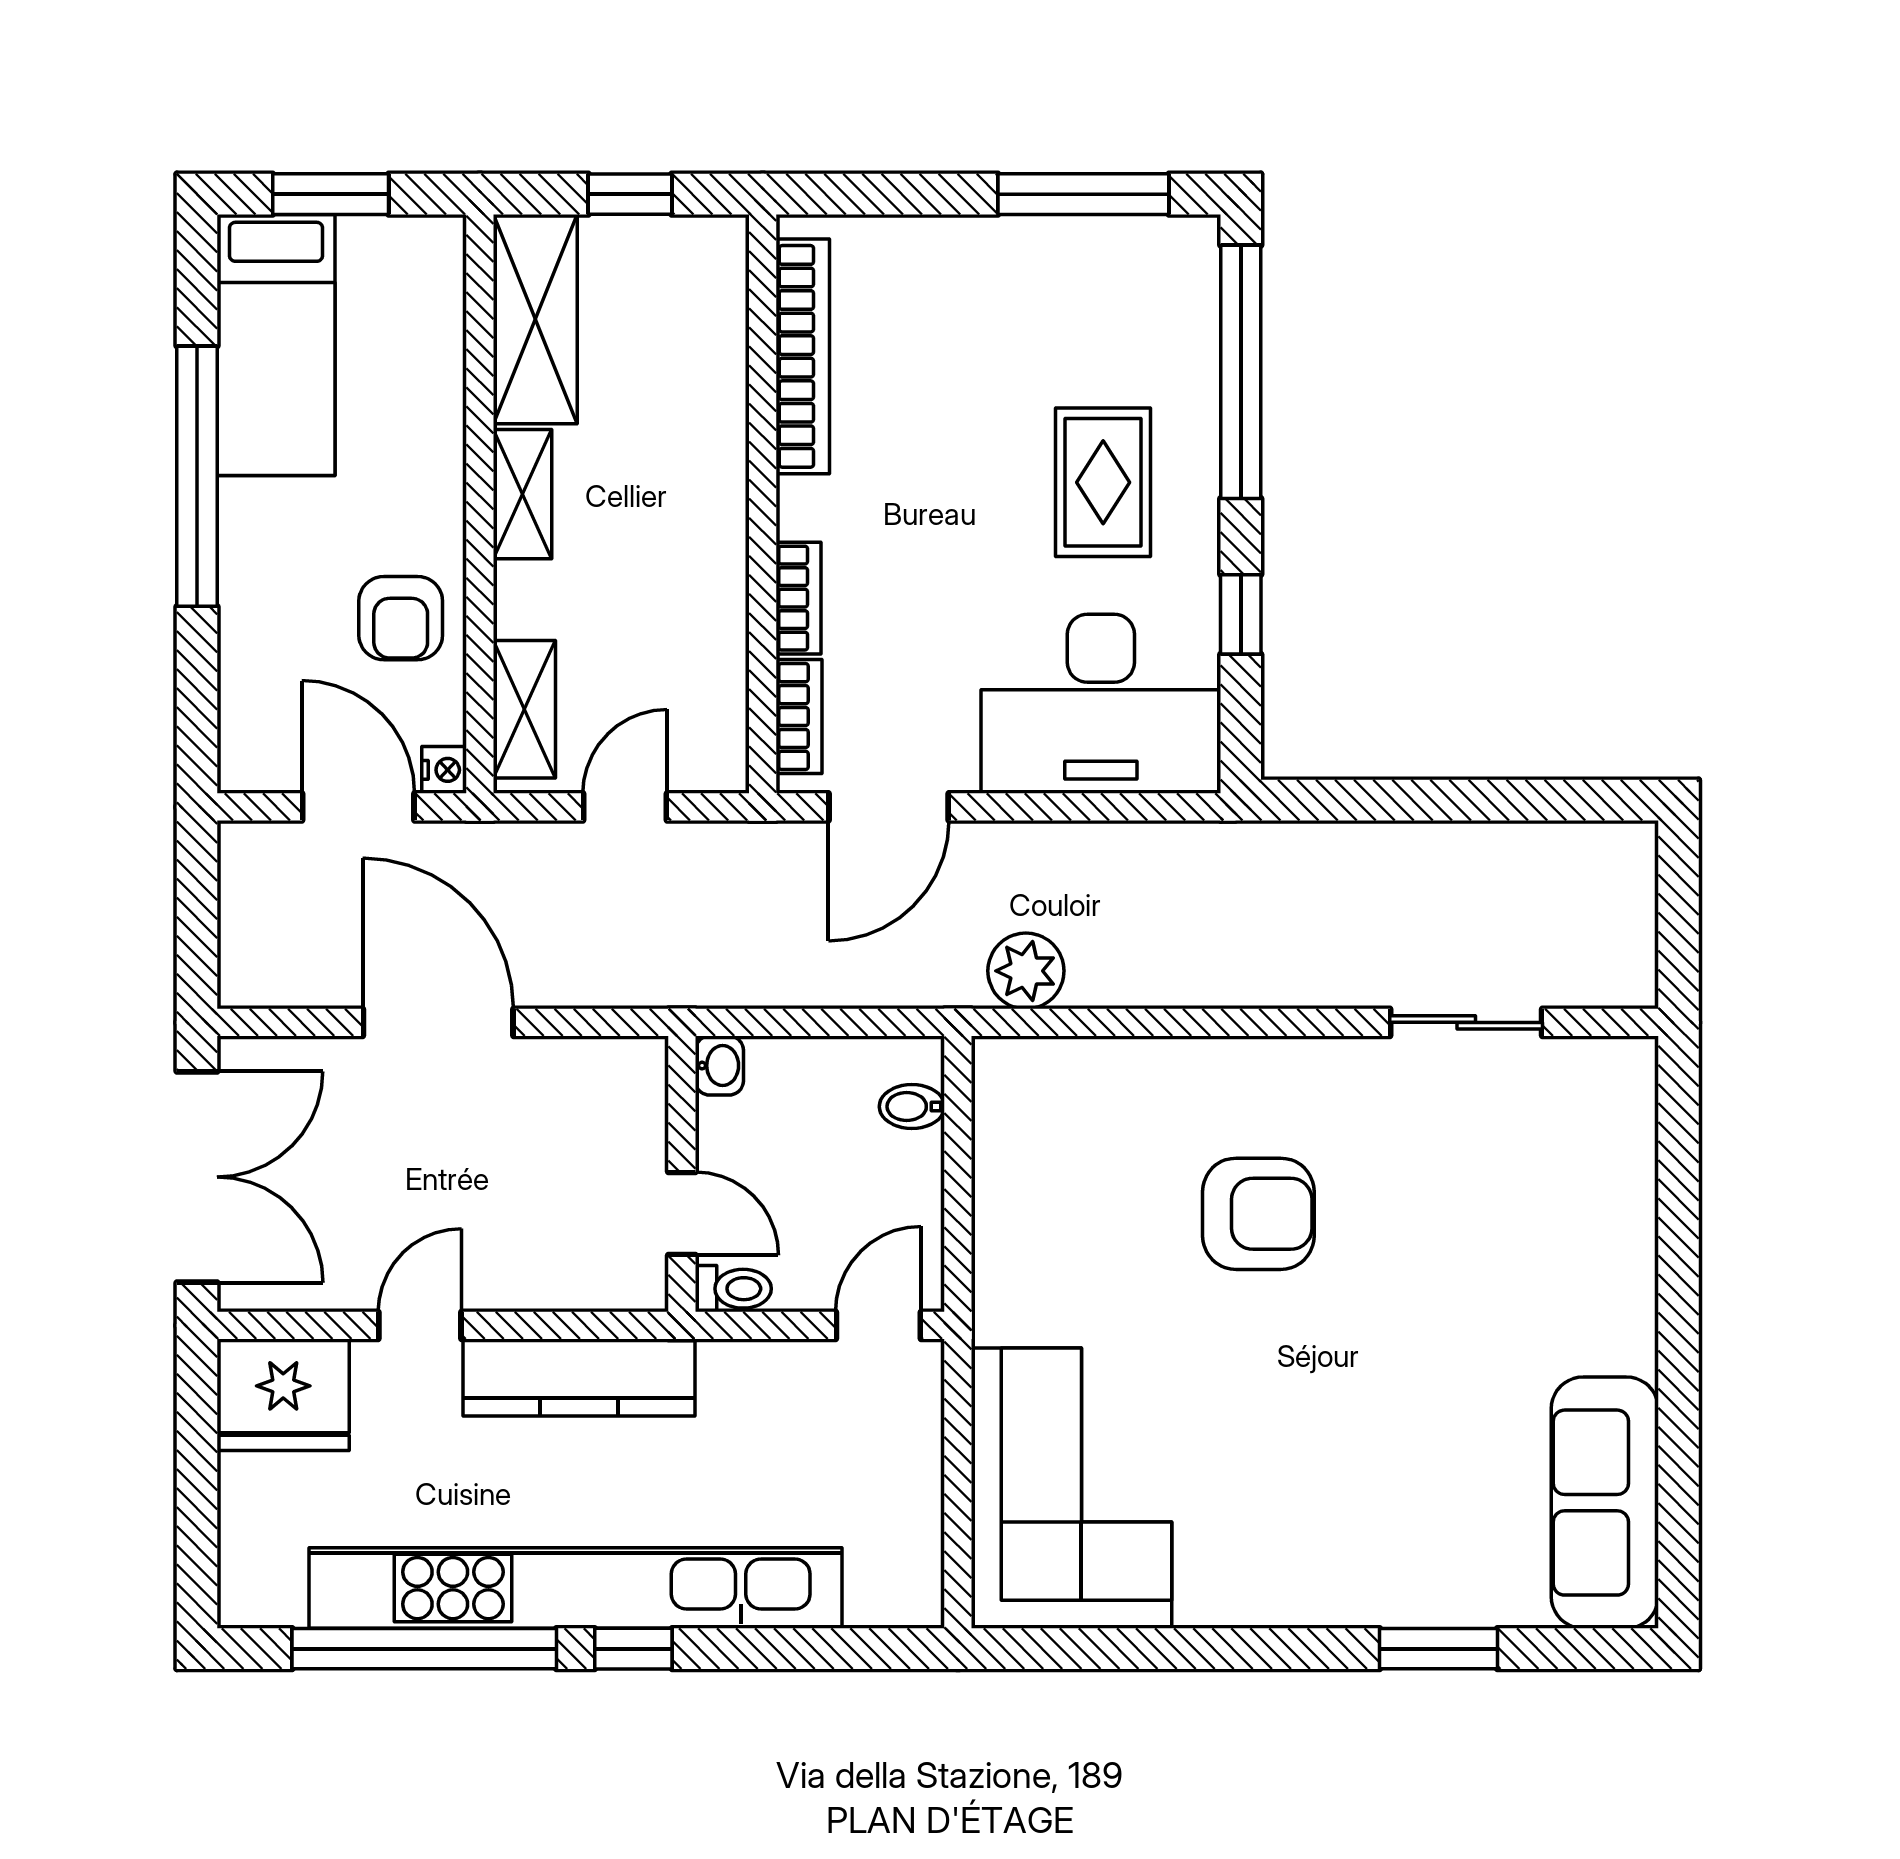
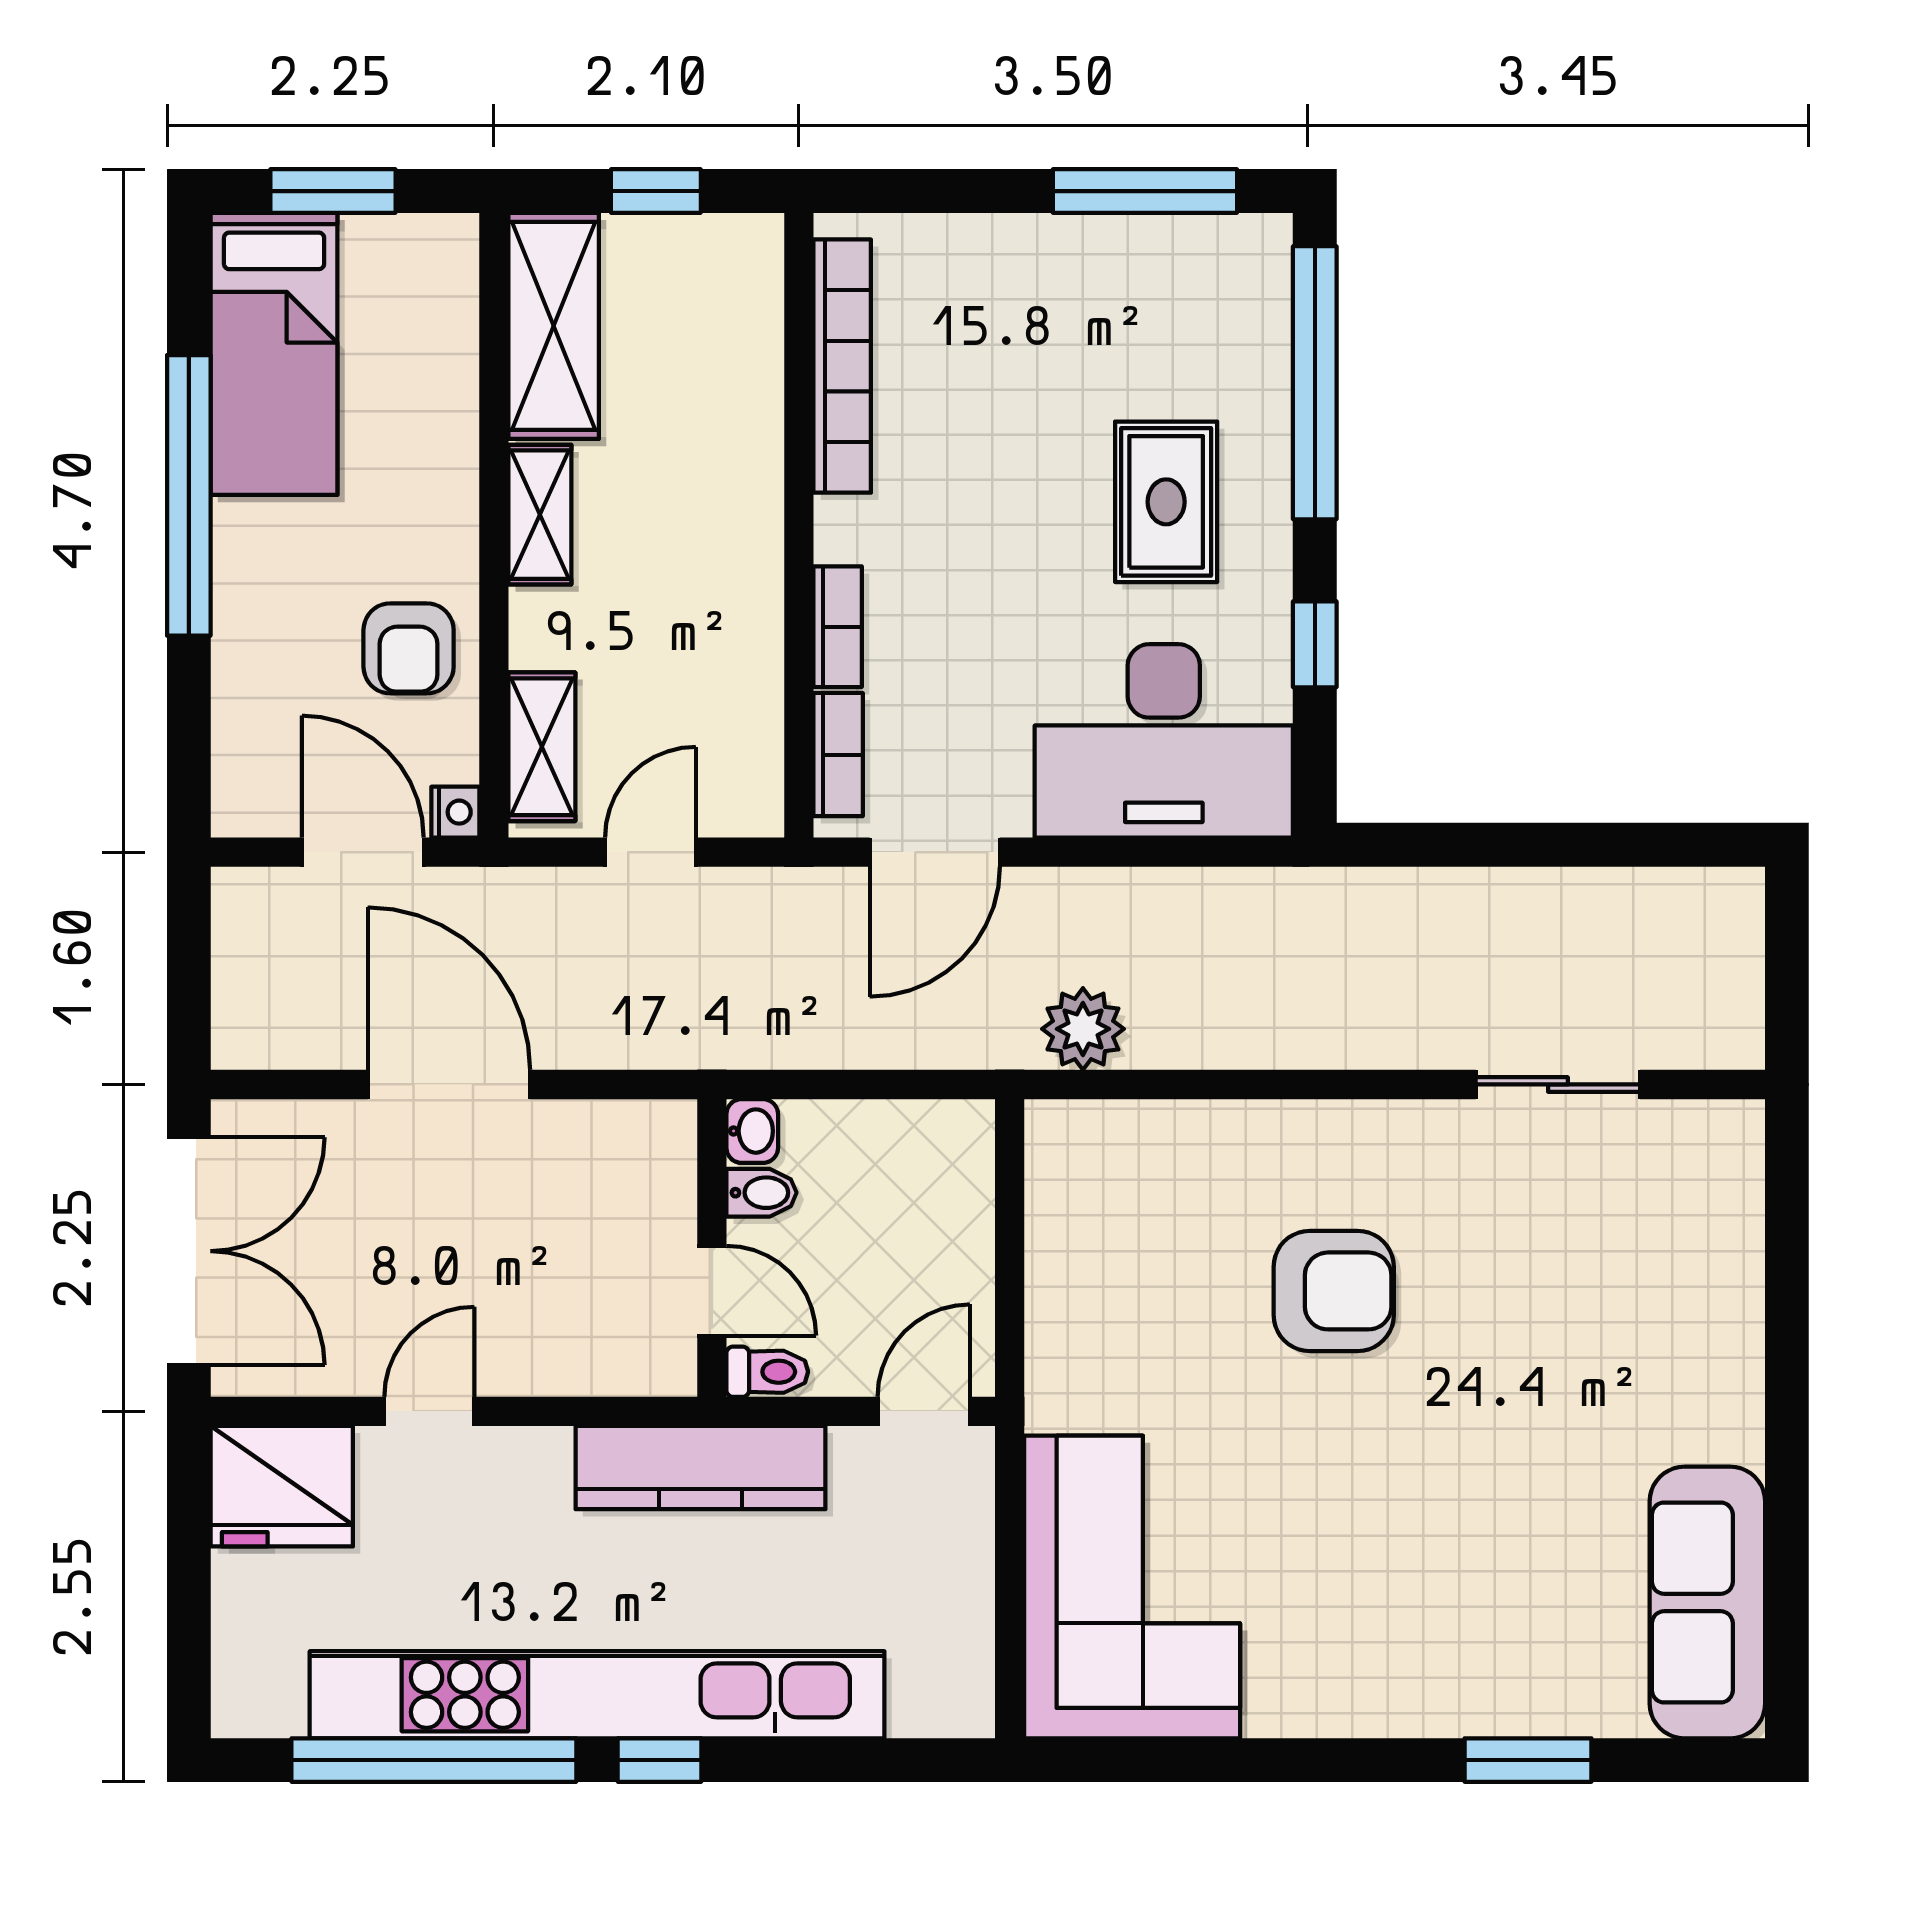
bidet: (912, 1107) -> (761, 1193), moved, turned 180
kitchen counter: (579, 1378) -> (701, 1468), moved

